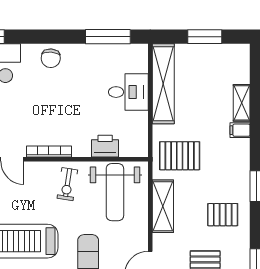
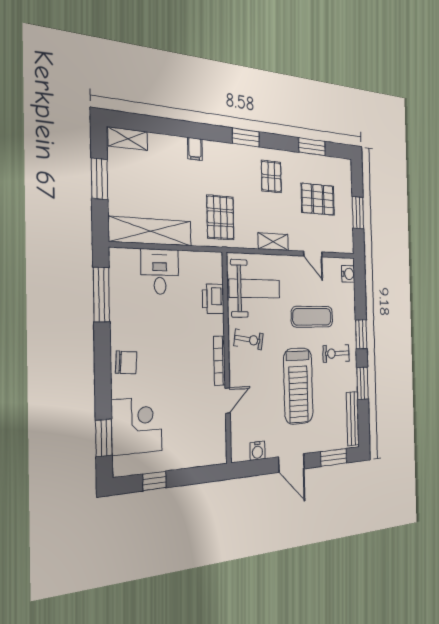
shelving: (242, 103) -> (128, 139), moved
shelving: (163, 206) -> (273, 242), width x0.67, depth x0.75

